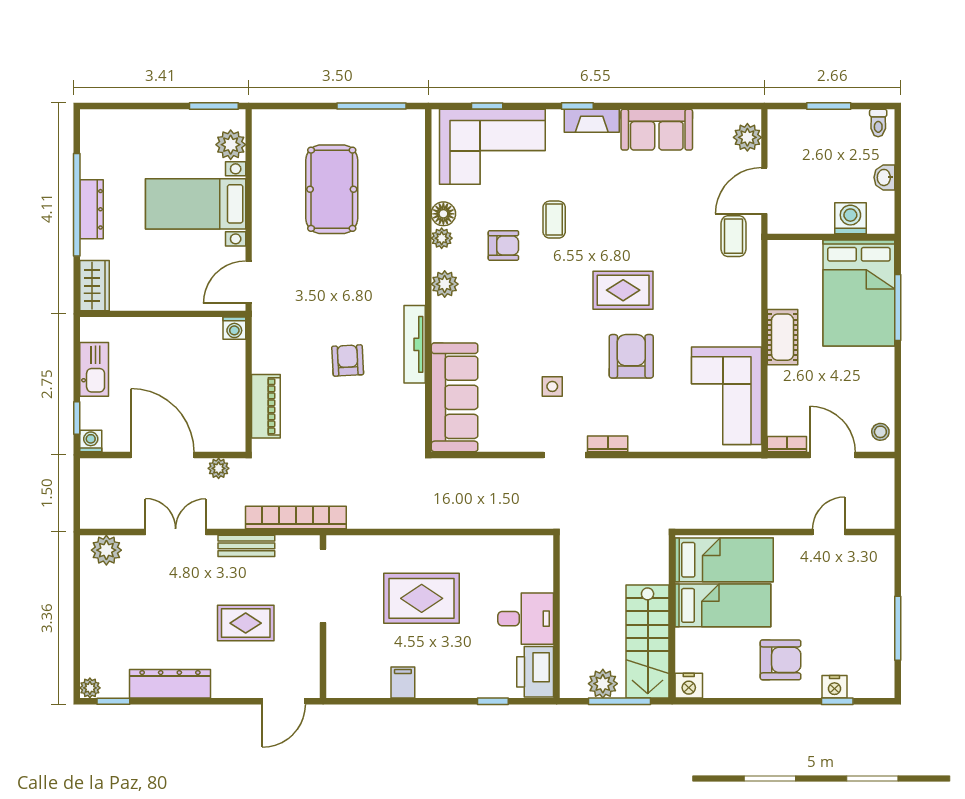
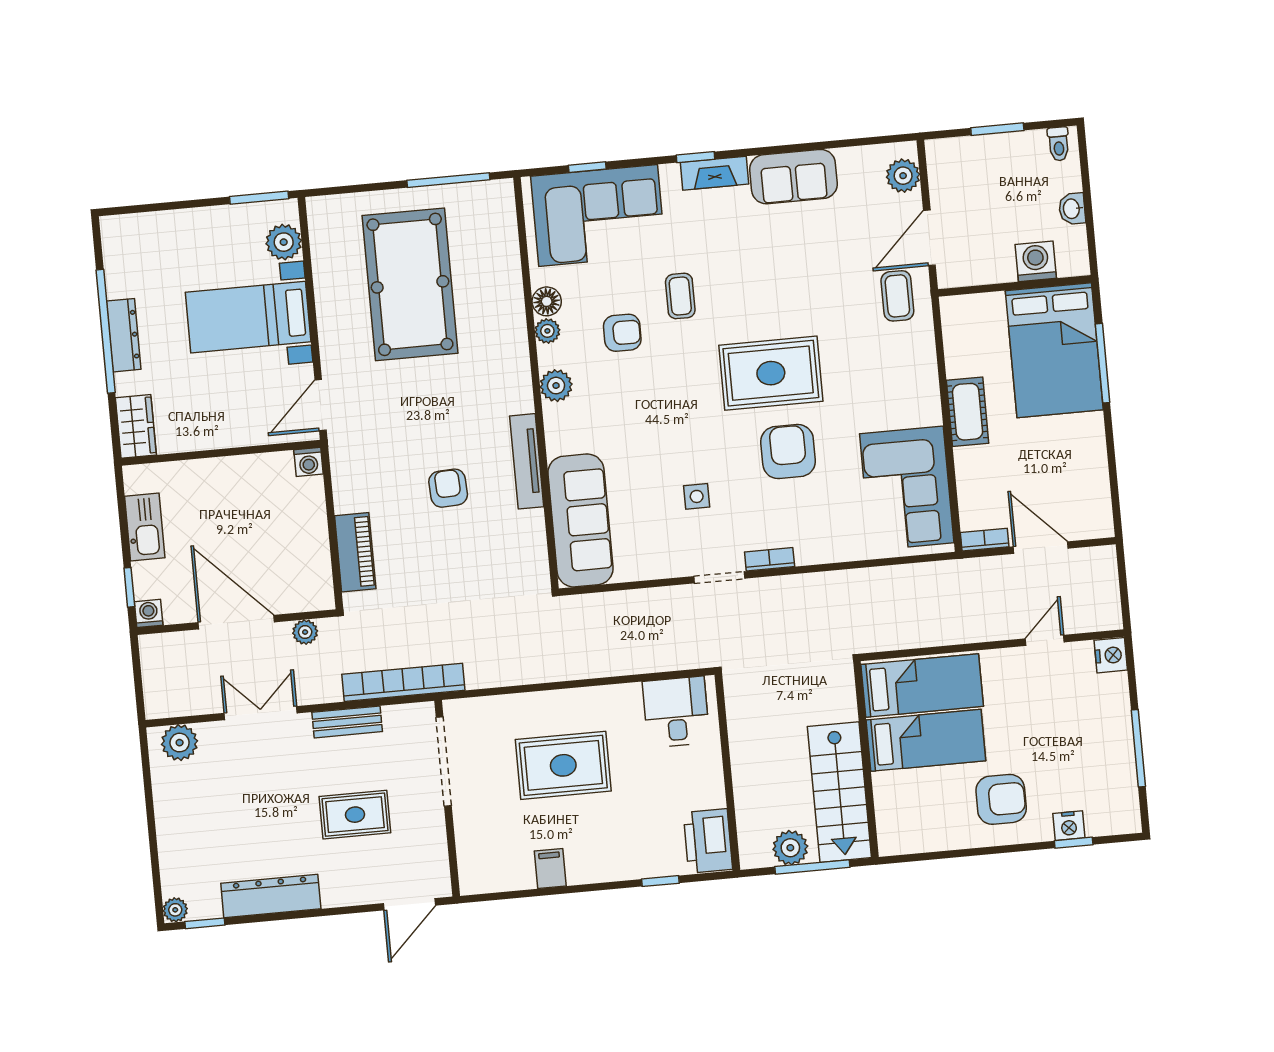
pool table: (332, 189) -> (410, 284), width x1.36, depth x1.32
rug: (623, 290) -> (771, 373), width x1.36, depth x1.43
stool: (880, 432) -> (1096, 514), removed
desk: (526, 619) -> (676, 712), moved, turned -90
nightstand: (689, 686) -> (1111, 655), moved, turned -90

